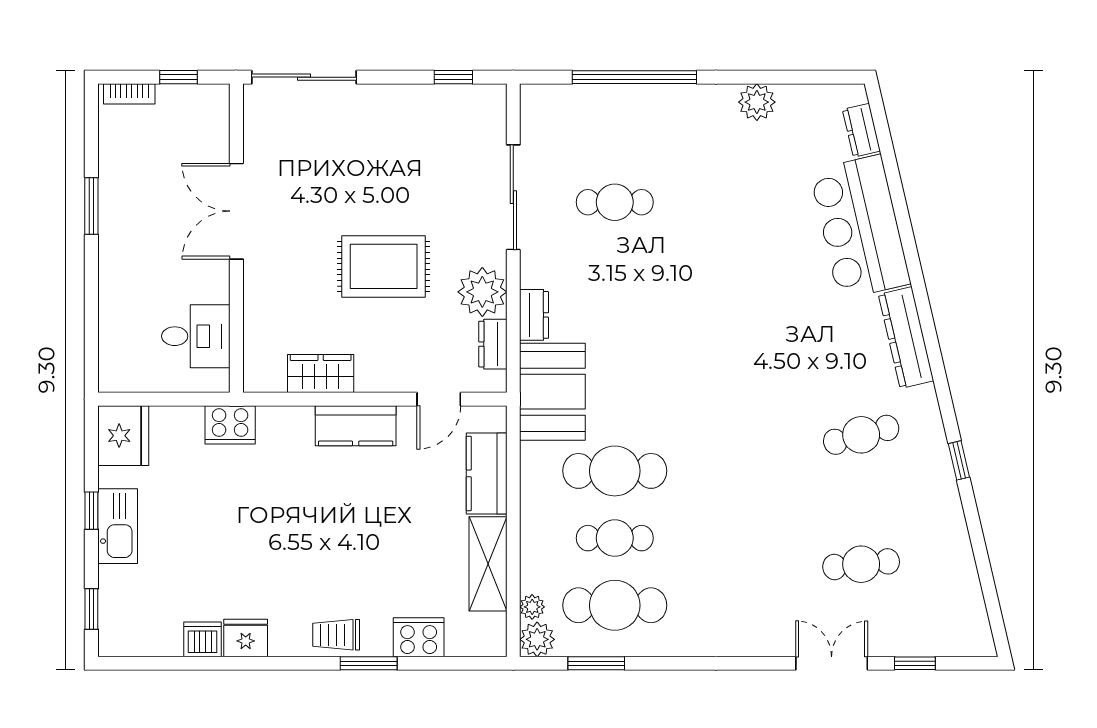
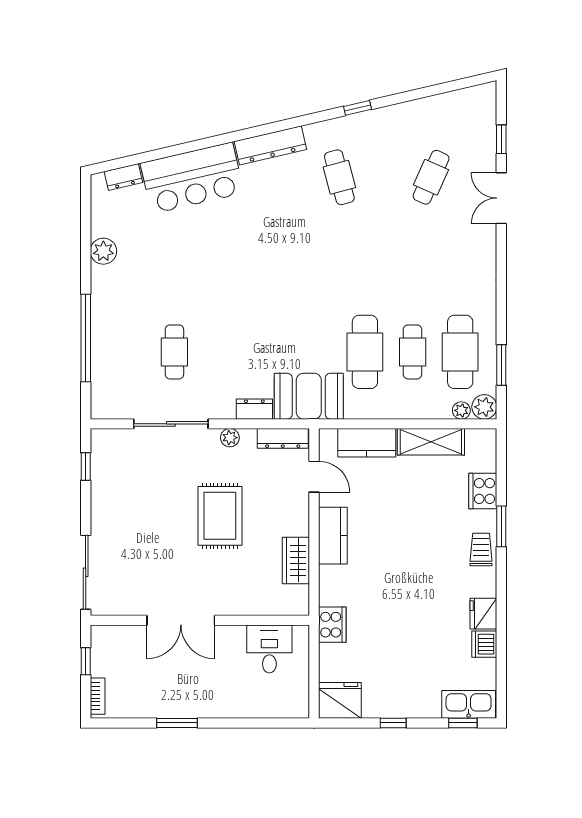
plant: (482, 292) -> (230, 438), width x0.53, depth x0.53
dresser: (493, 344) -> (283, 438), width x1.44
kitchen sink: (118, 526) -> (469, 704), moved
cafe table: (861, 564) -> (431, 177), turned 30
trolley: (336, 635) -> (481, 549), turned 180

